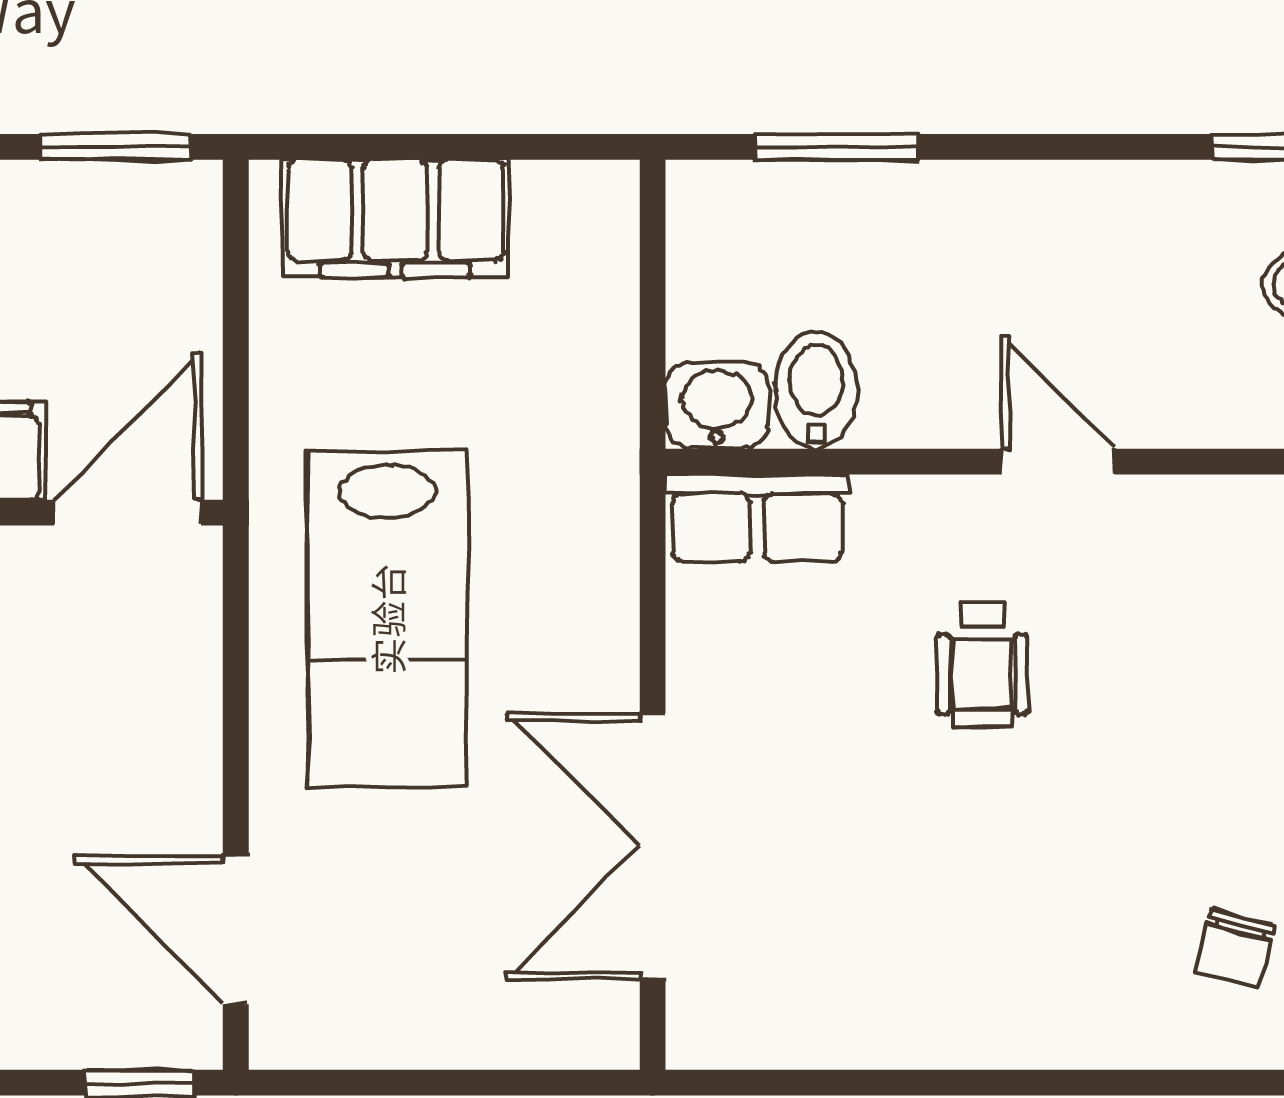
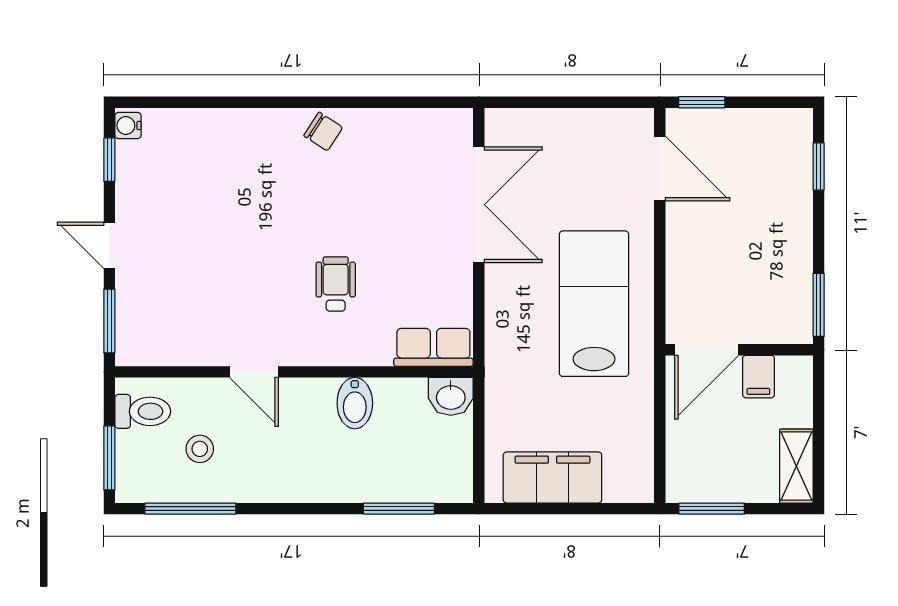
filing cabinet: (395, 218) -> (552, 477), moved
bidet: (816, 390) -> (355, 403), moved
door: (1058, 462) -> (254, 372), moved
chair: (1235, 948) -> (323, 132), moved, turned 108

